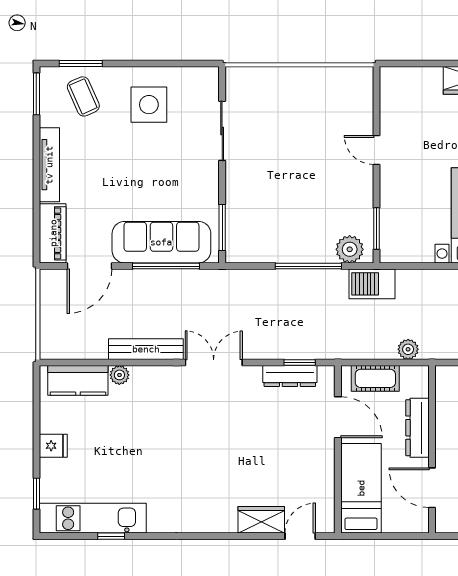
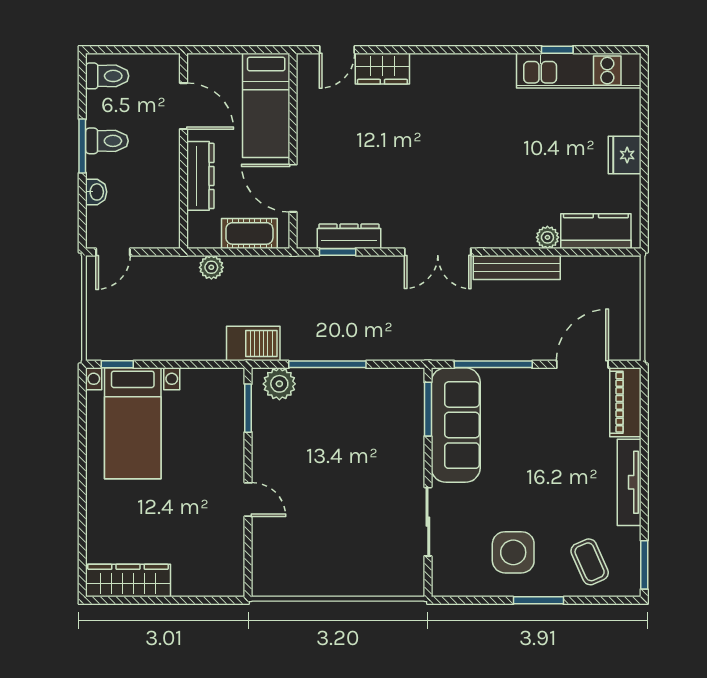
window: (81, 63) -> (538, 600), moved
sofa: (161, 242) -> (456, 425), moved, turned -90
fridge: (53, 446) -> (625, 155), width x1.38
window: (36, 494) -> (644, 99), removed

